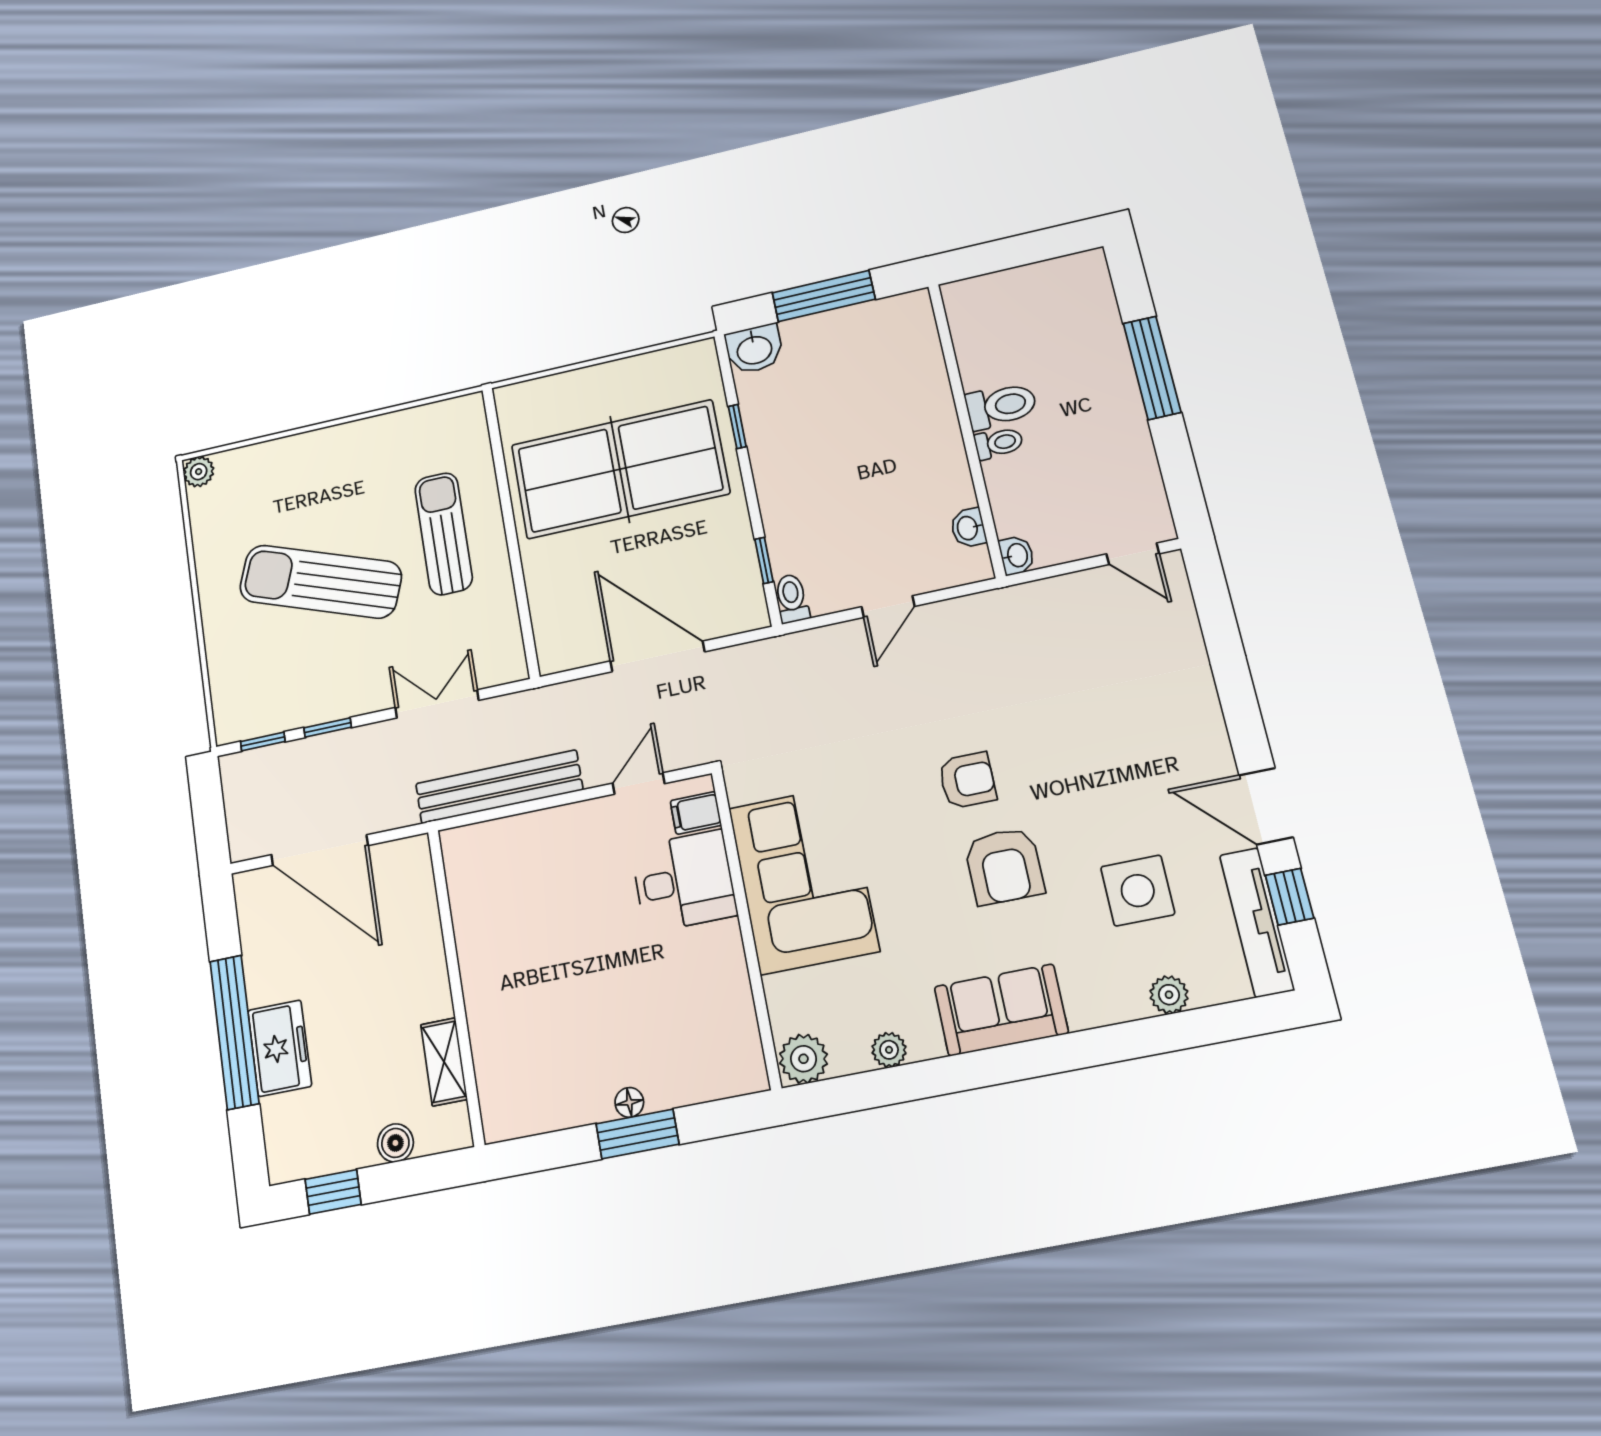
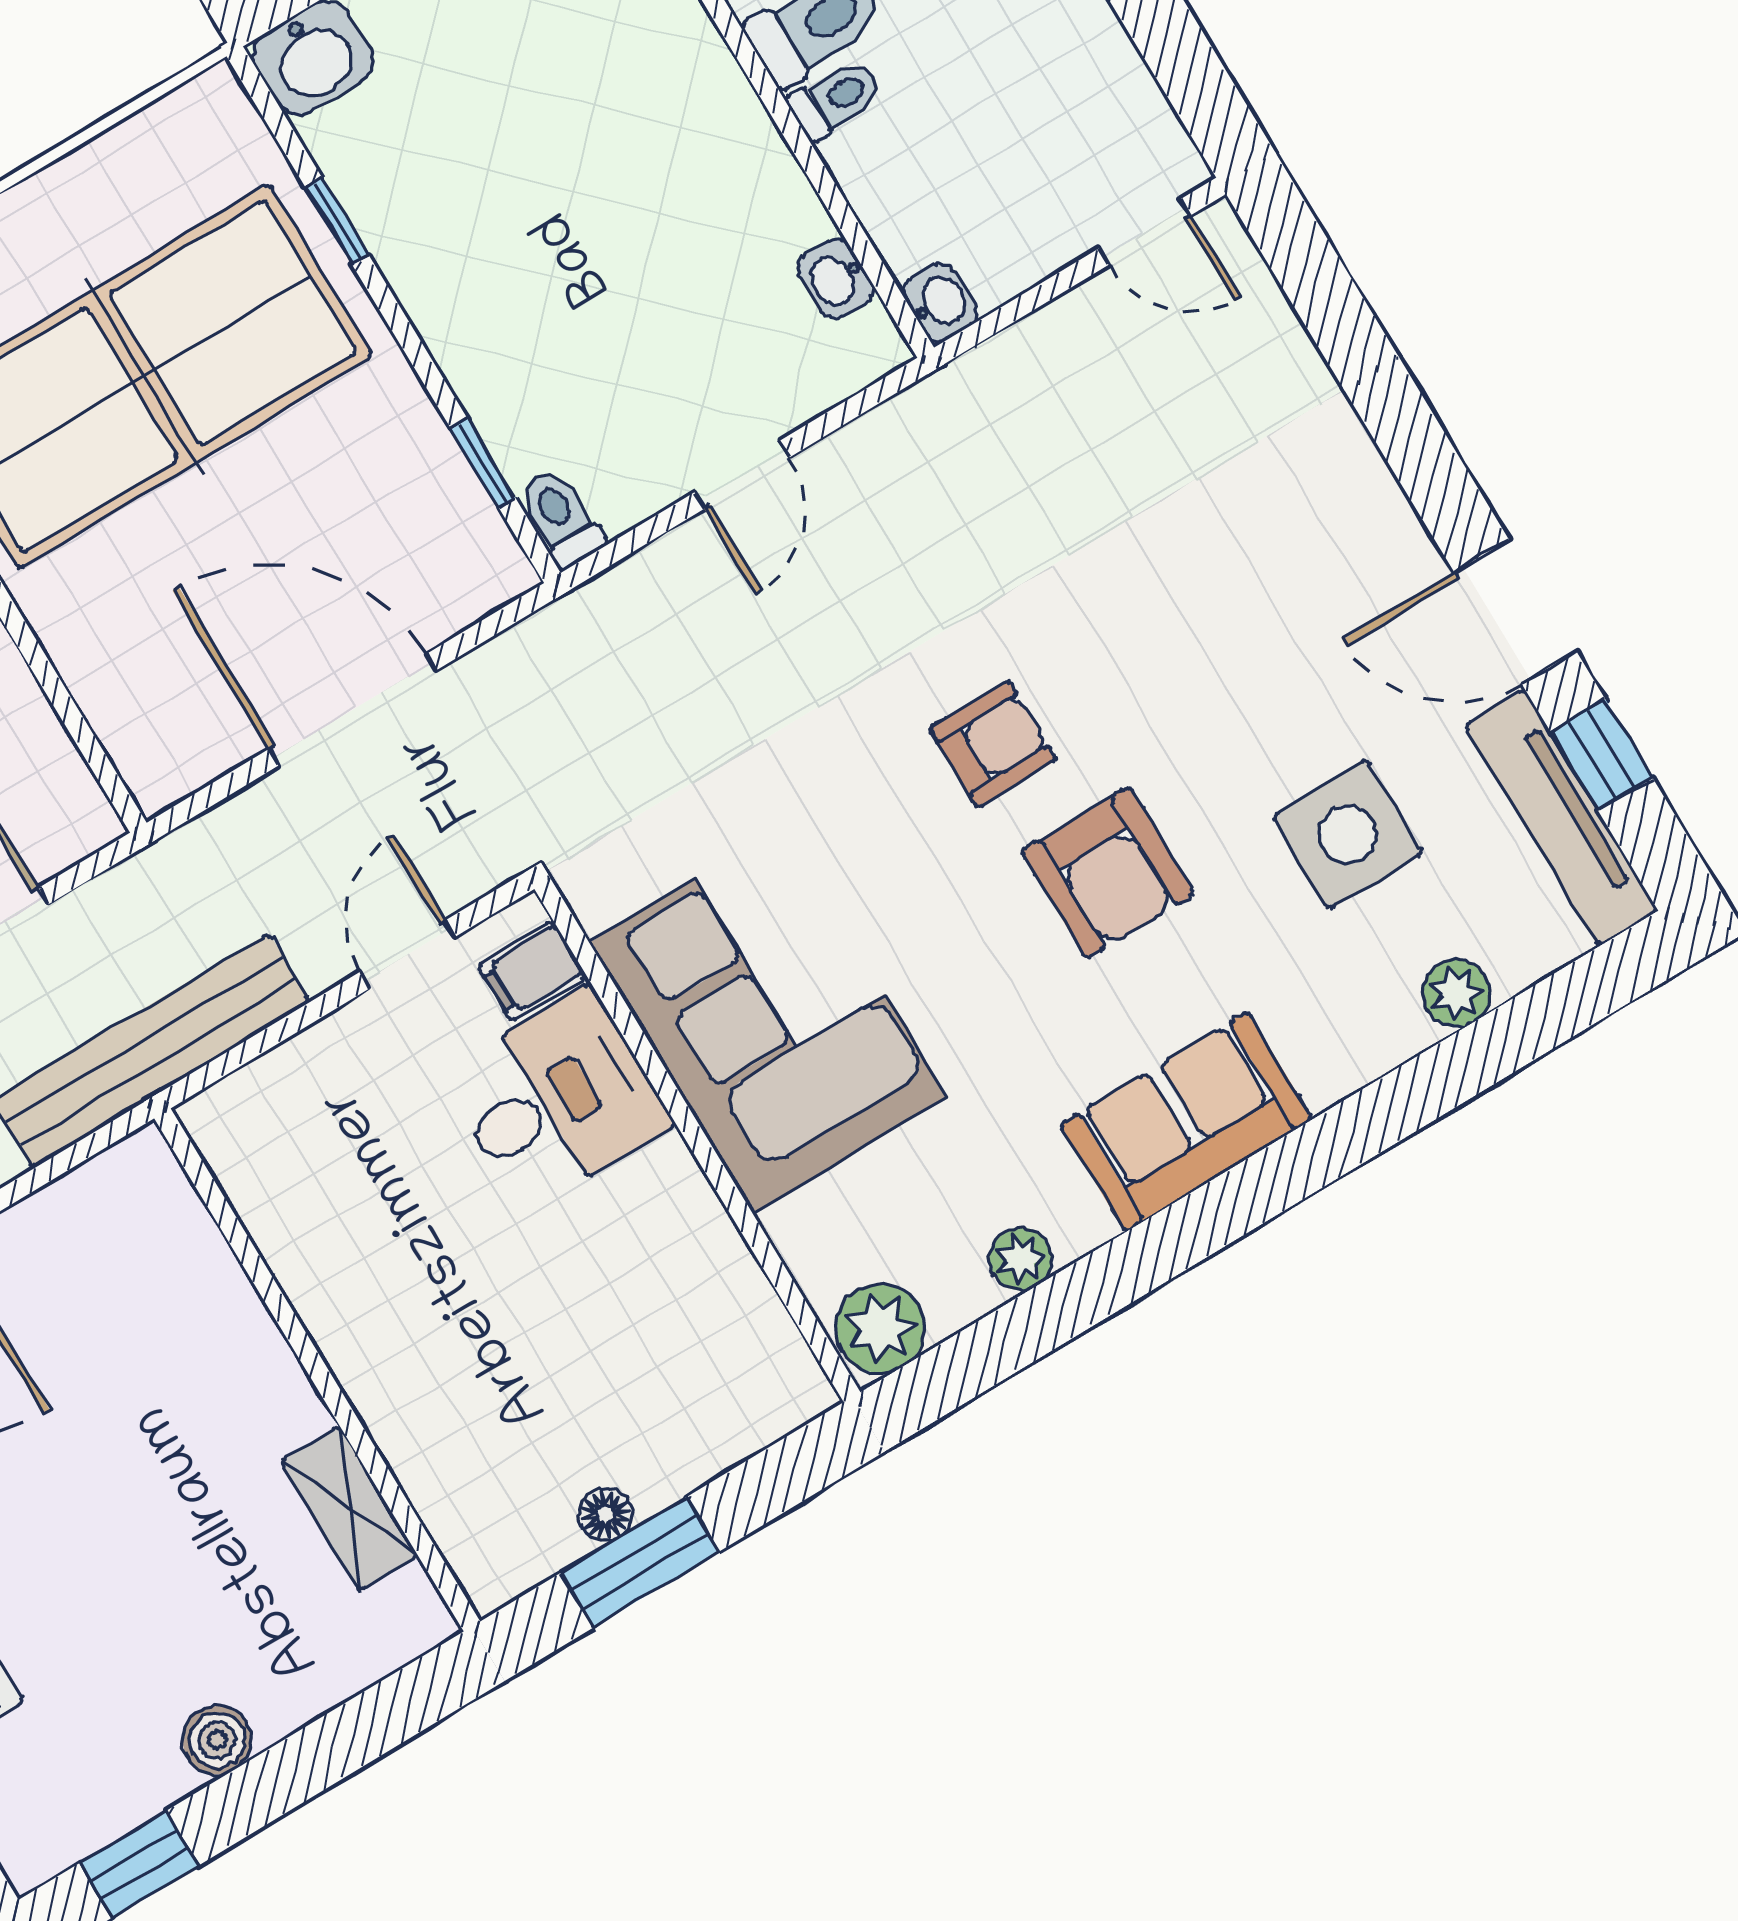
wall: (456, 985) -> (317, 1370), moved
shelving: (444, 1062) -> (350, 1509), moved

